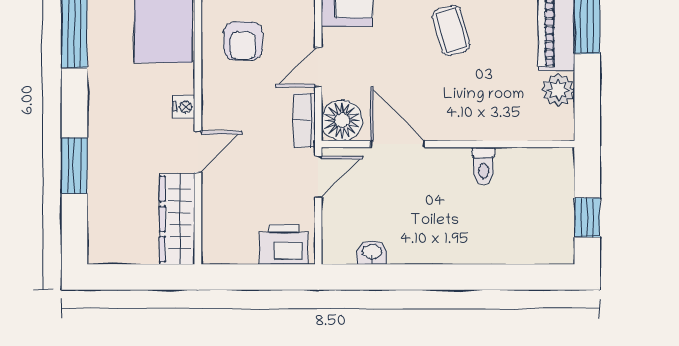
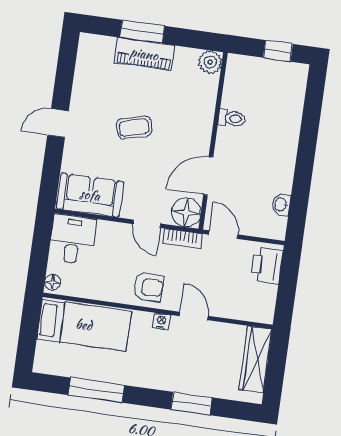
armchair: (243, 41) -> (148, 287), moved
plant: (558, 90) -> (210, 62), moved
wardrobe: (177, 219) -> (256, 359), moved, turned 90

